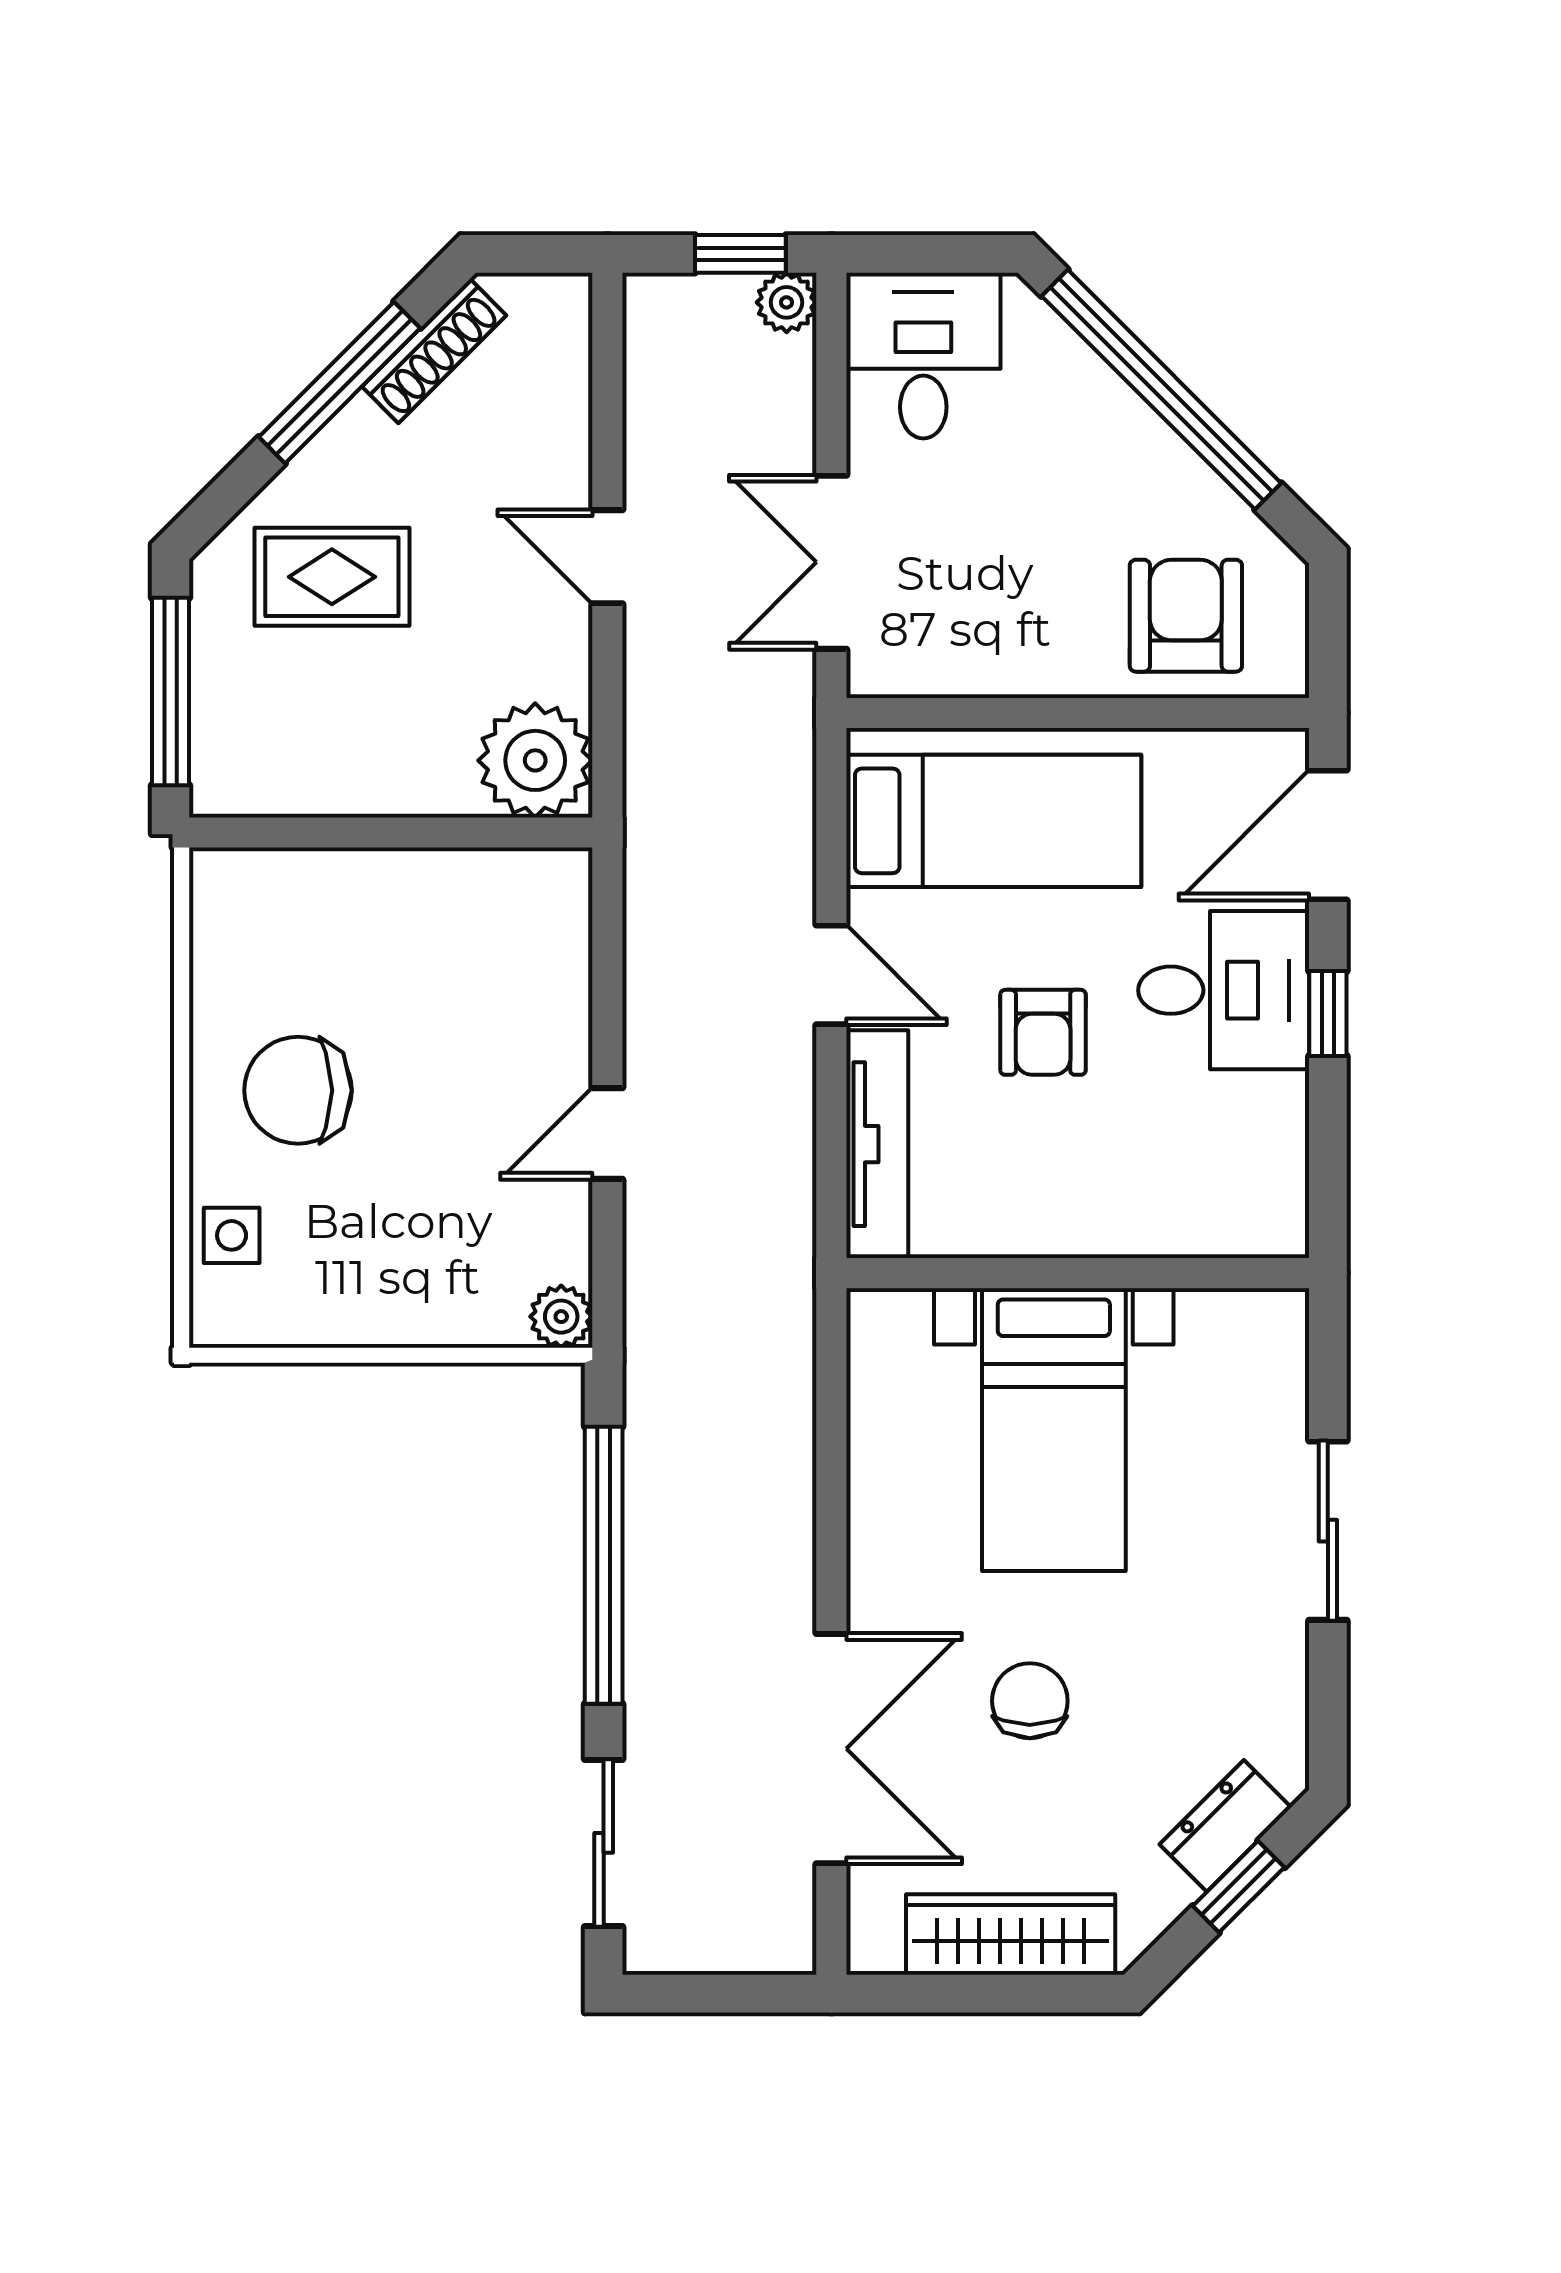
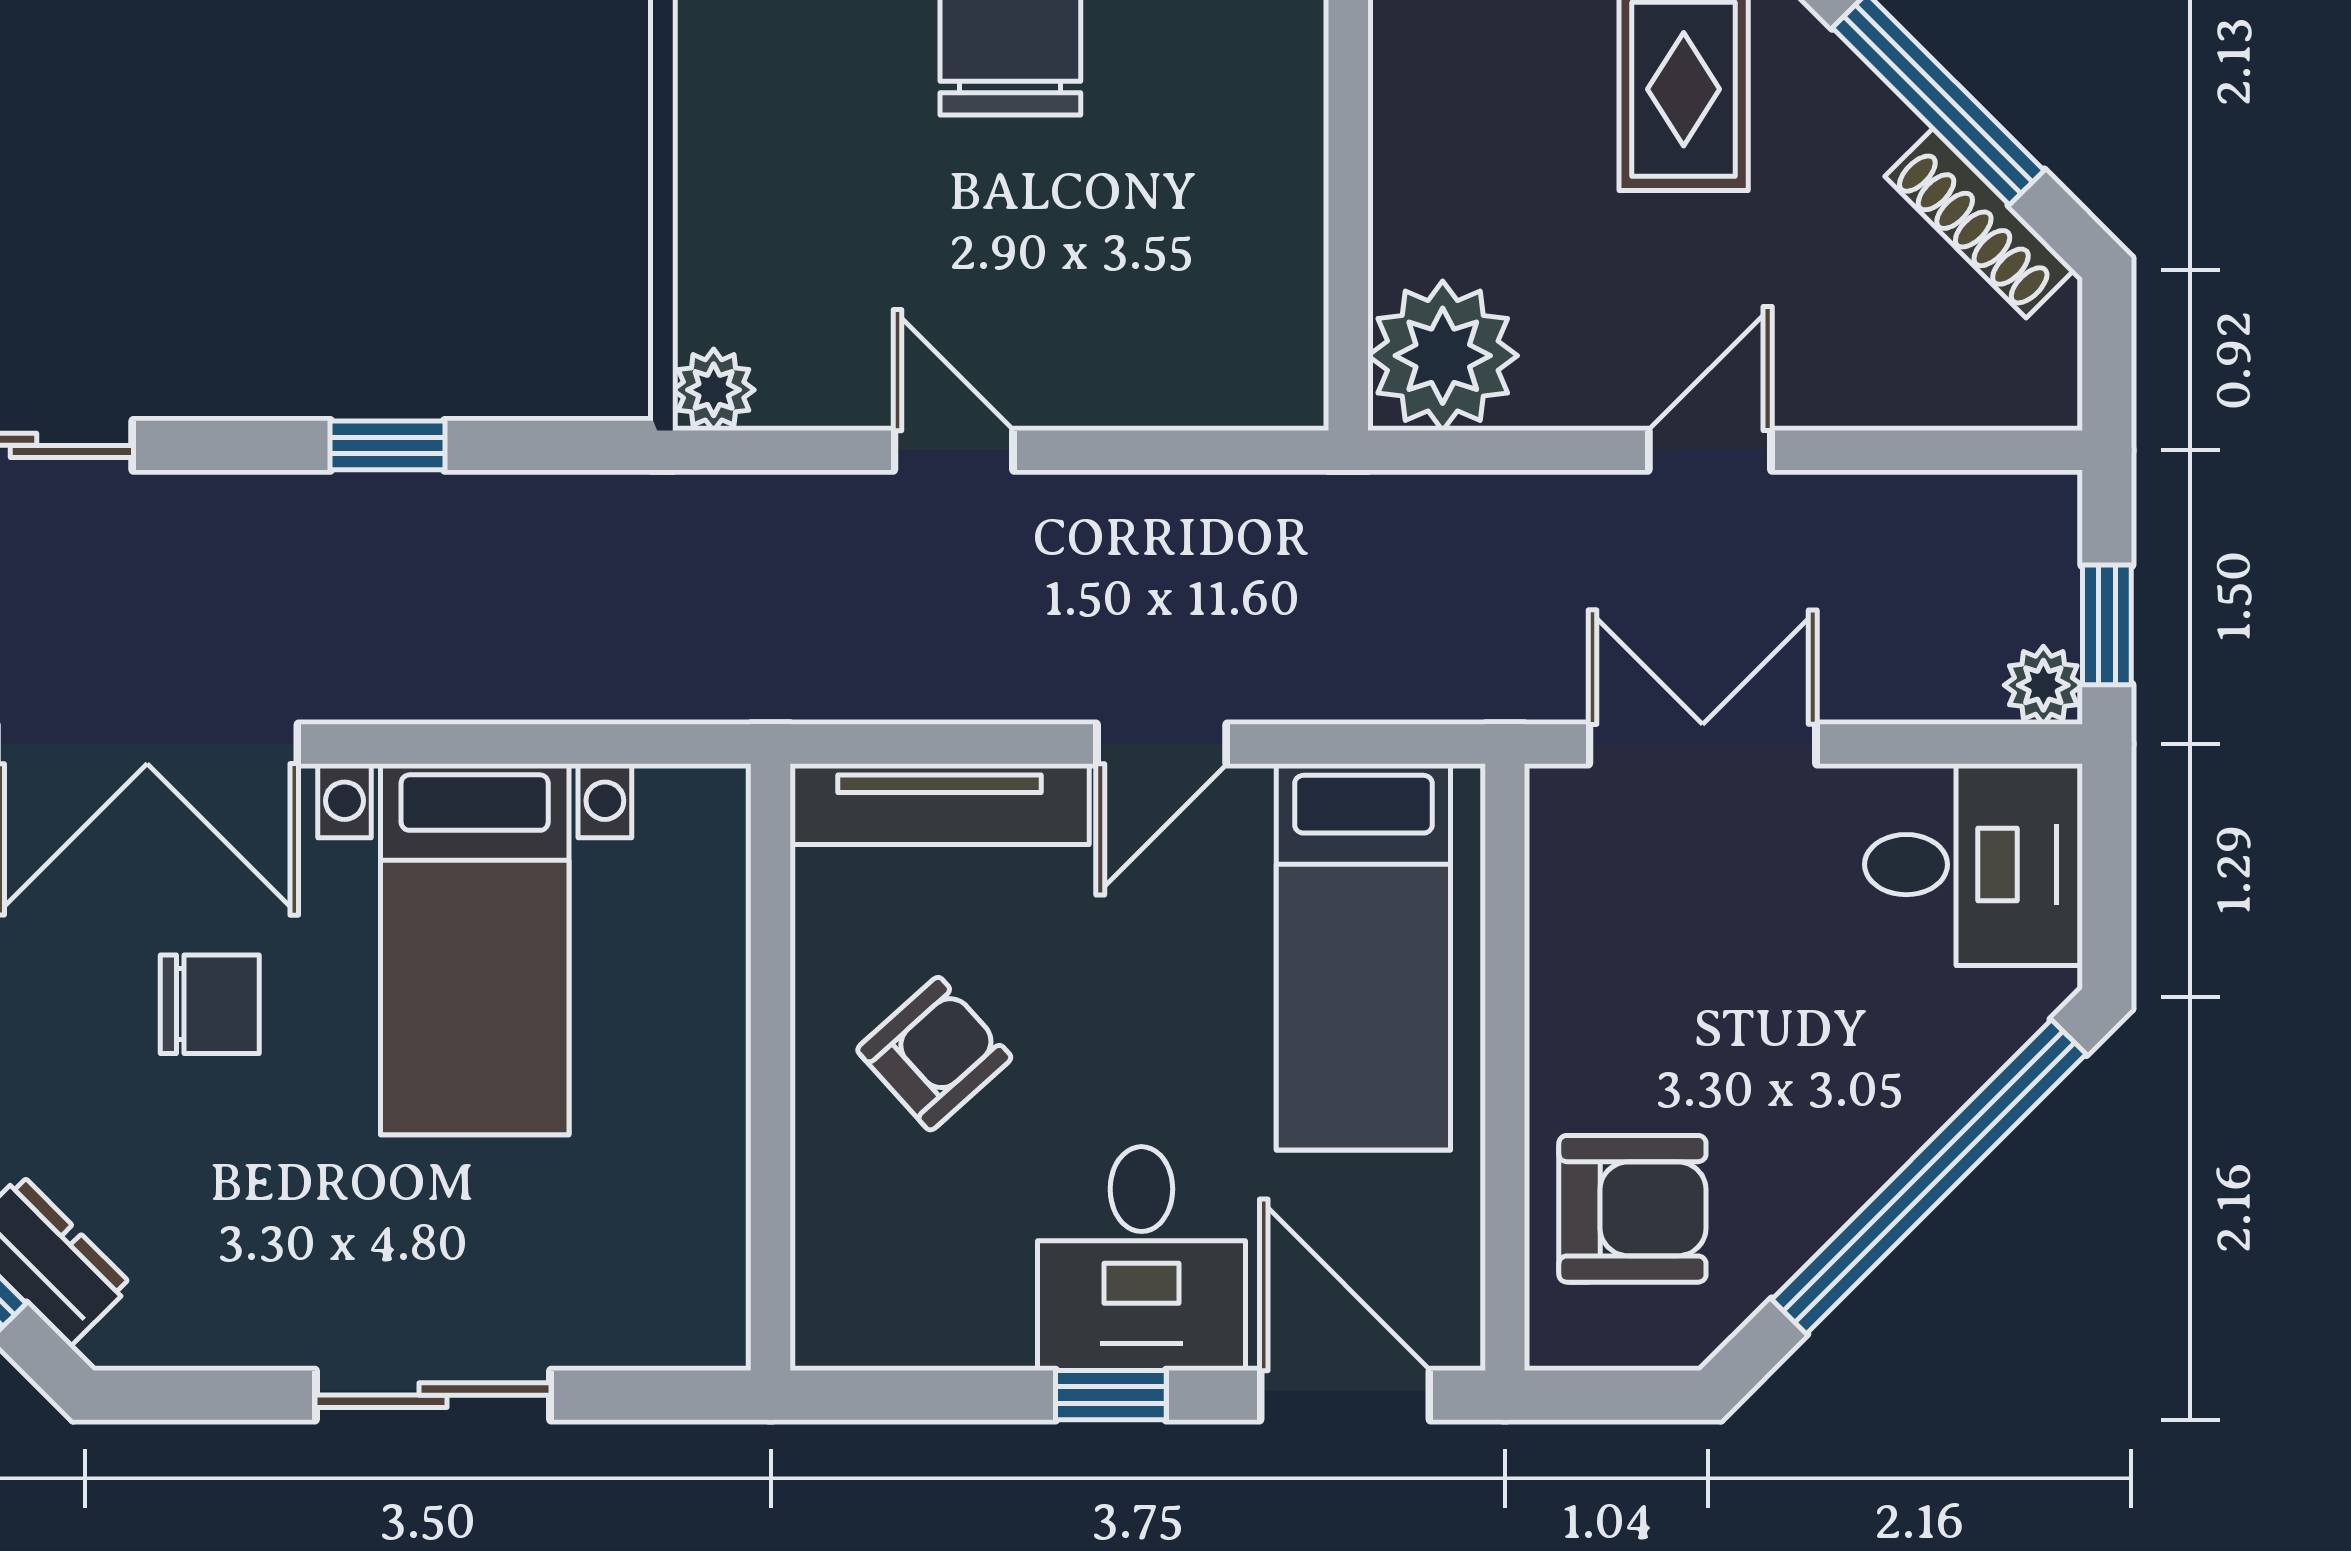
armchair: (1043, 1032) -> (934, 1054), moved, turned 138
bed with nightstands: (1054, 1430) -> (475, 949), moved, turned -90
window: (604, 1565) -> (387, 445), width x0.32

